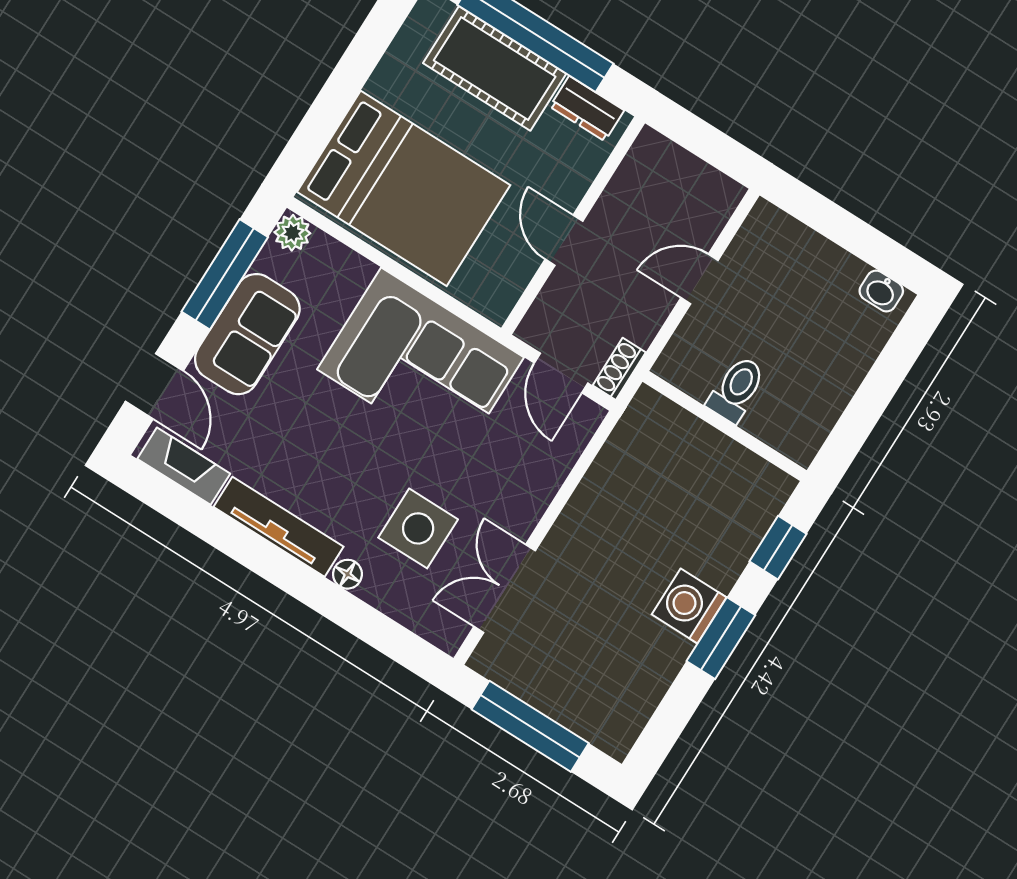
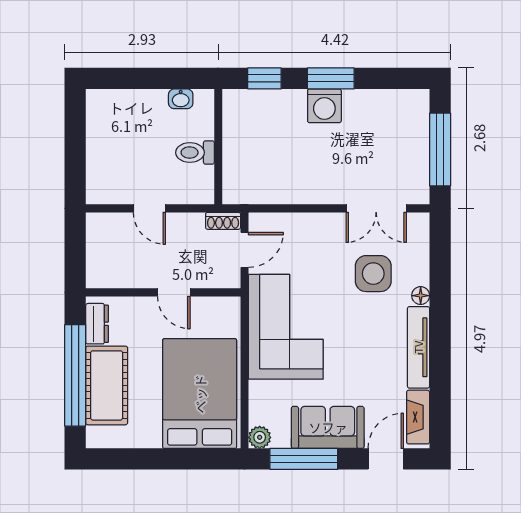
door: (564, 240) -> (174, 292), hinge flipped
washbasin: (881, 291) -> (181, 99), moved, turned 90

